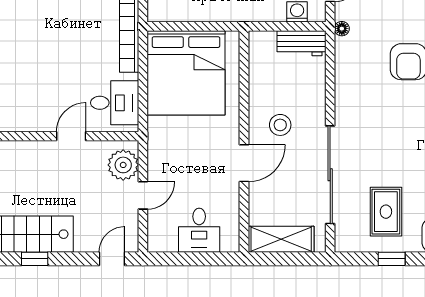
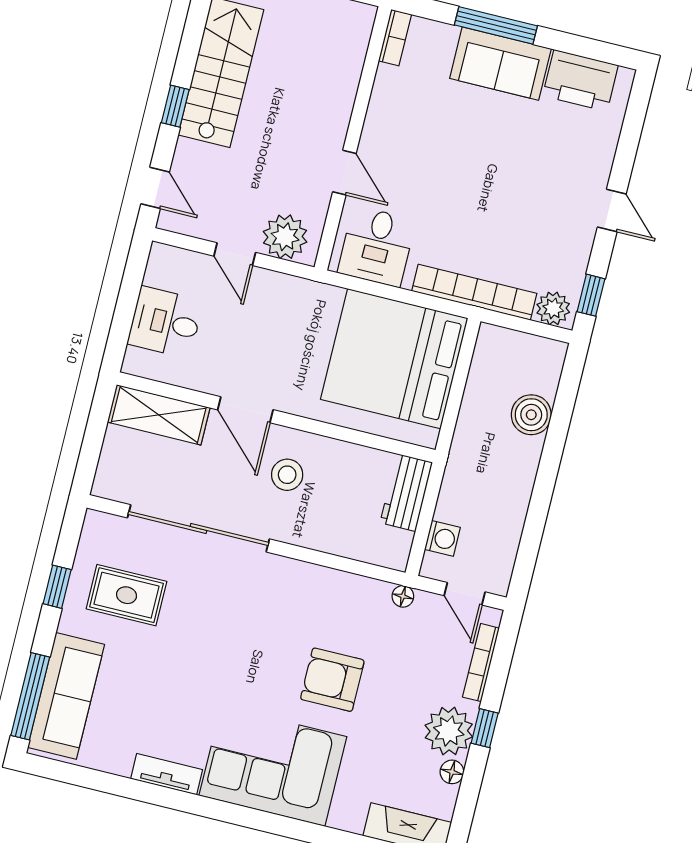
workbench: (302, 43) -> (406, 493), moved
shelving: (281, 239) -> (159, 415), moved, turned 90
window: (35, 259) -> (175, 106), moved

